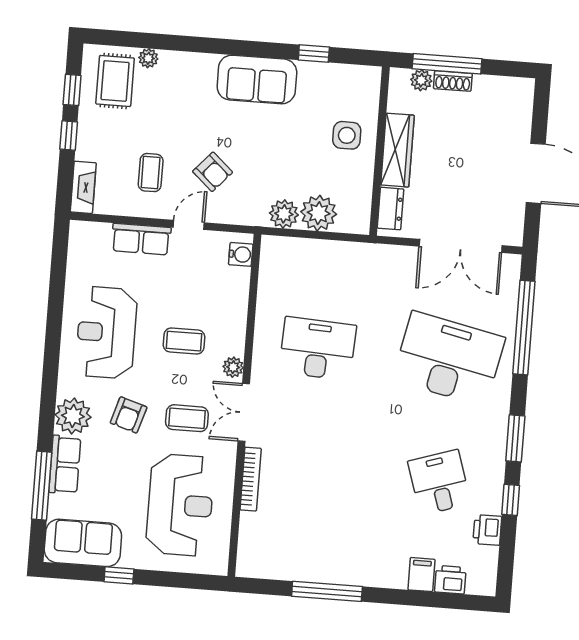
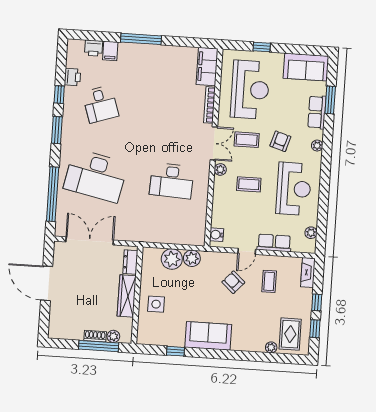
plant: (77, 256) -> (311, 233), added
plant: (73, 416) -> (317, 146), width x0.53, depth x0.53
window: (42, 486) -> (330, 100), width x0.69
reception desk: (180, 505) -> (250, 90), turned 180
filing cabinet: (254, 546) -> (207, 67), added
window: (119, 575) -> (262, 47), moved
window: (327, 591) -> (141, 39), moved

